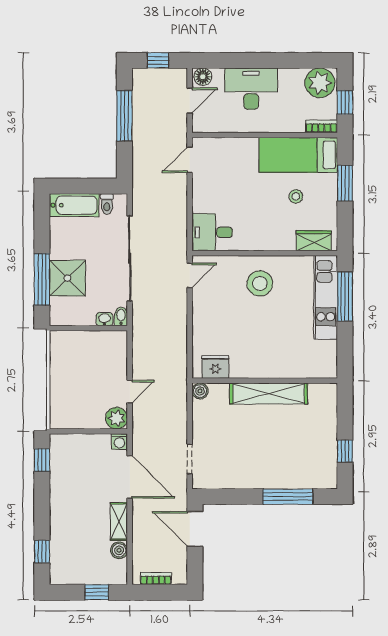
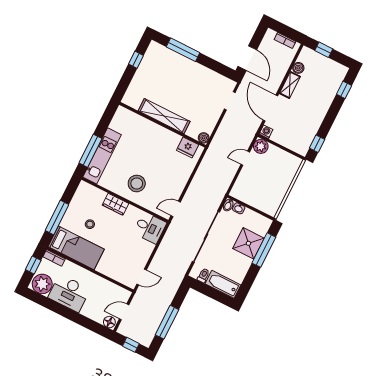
desk: (251, 89) -> (69, 293), moved
window: (345, 183) -> (57, 217), width x1.44
wardrobe: (314, 241) -> (115, 204), moved

